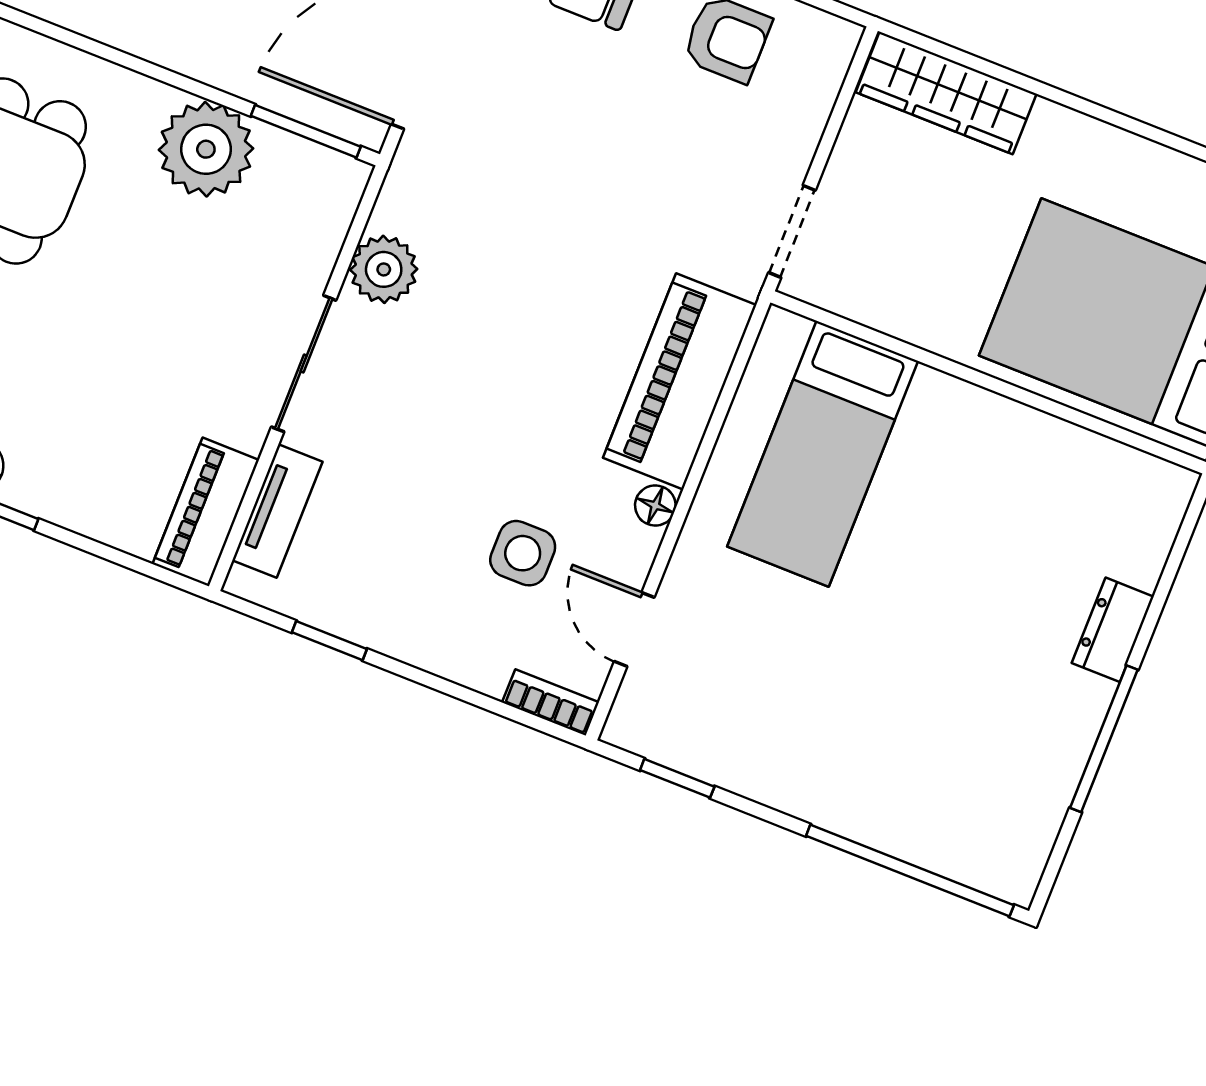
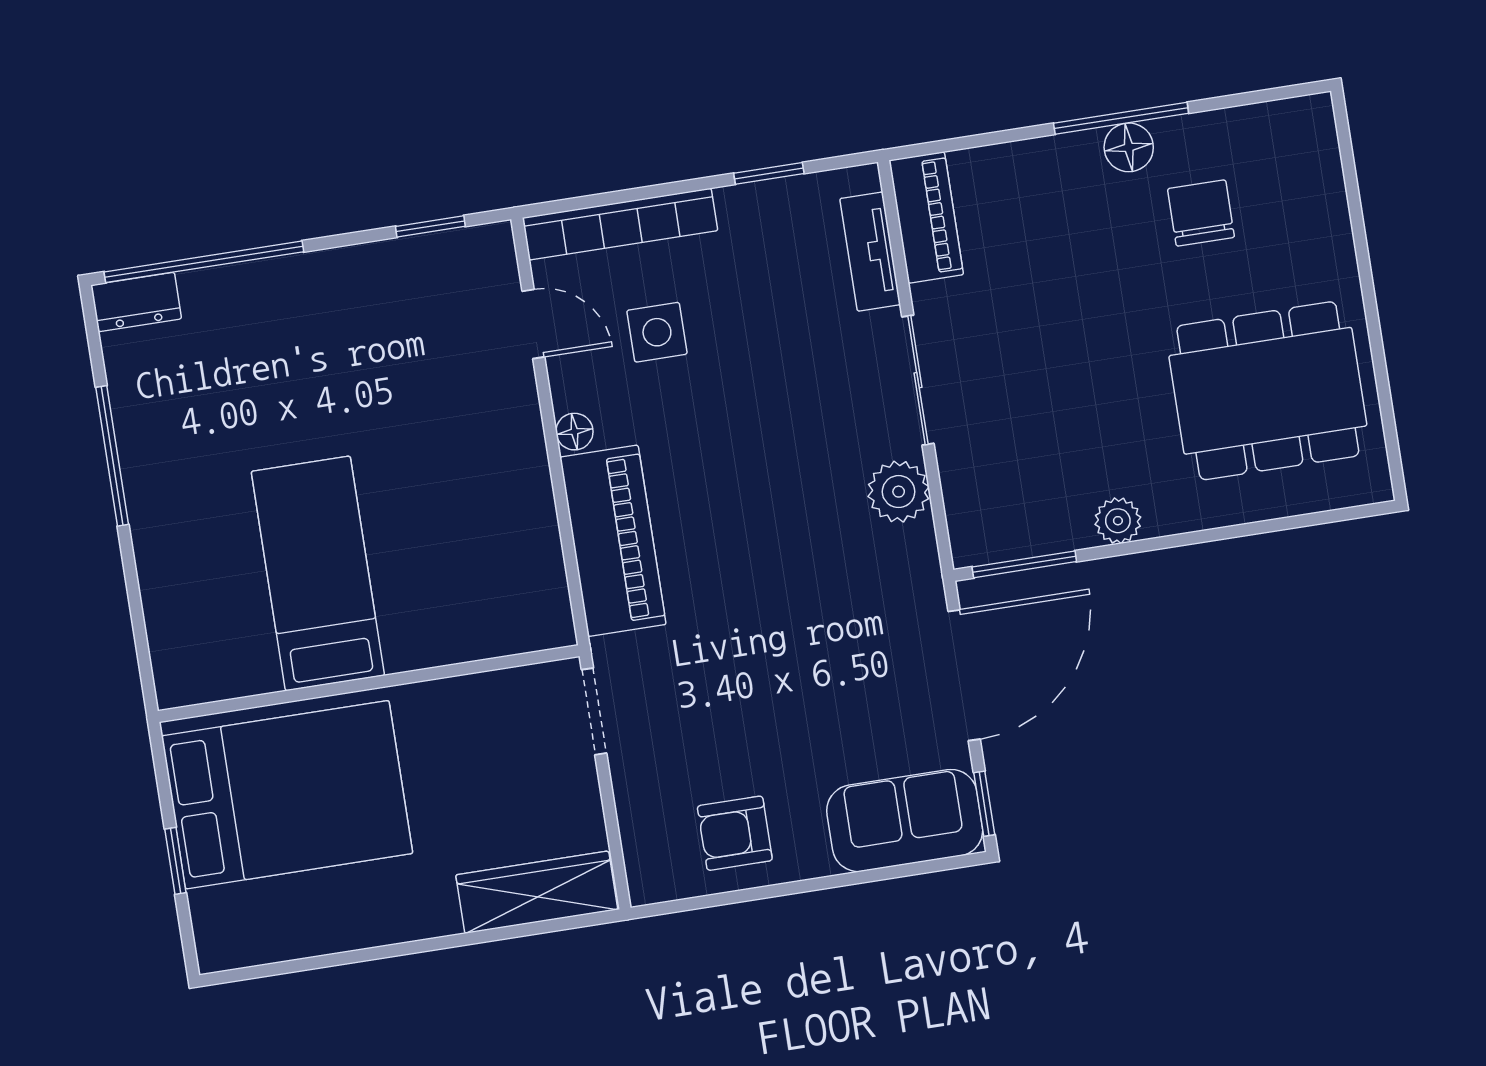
plant: (206, 149) -> (1118, 521), width x0.53, depth x0.53
bed: (823, 454) -> (318, 573), moved
dresser: (1113, 630) -> (136, 302), moved, turned 90
bookcase: (551, 702) -> (620, 224), width x2.31, depth x1.31

